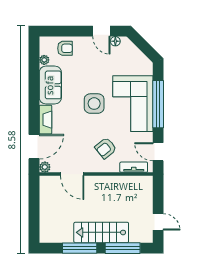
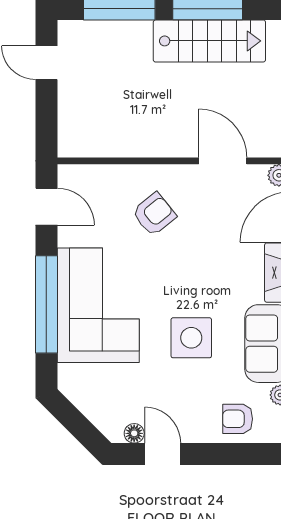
side table: (94, 104) -> (191, 338), moved
tv unit: (134, 167) -> (96, 175), removed
stairs: (101, 232) -> (209, 41), moved

